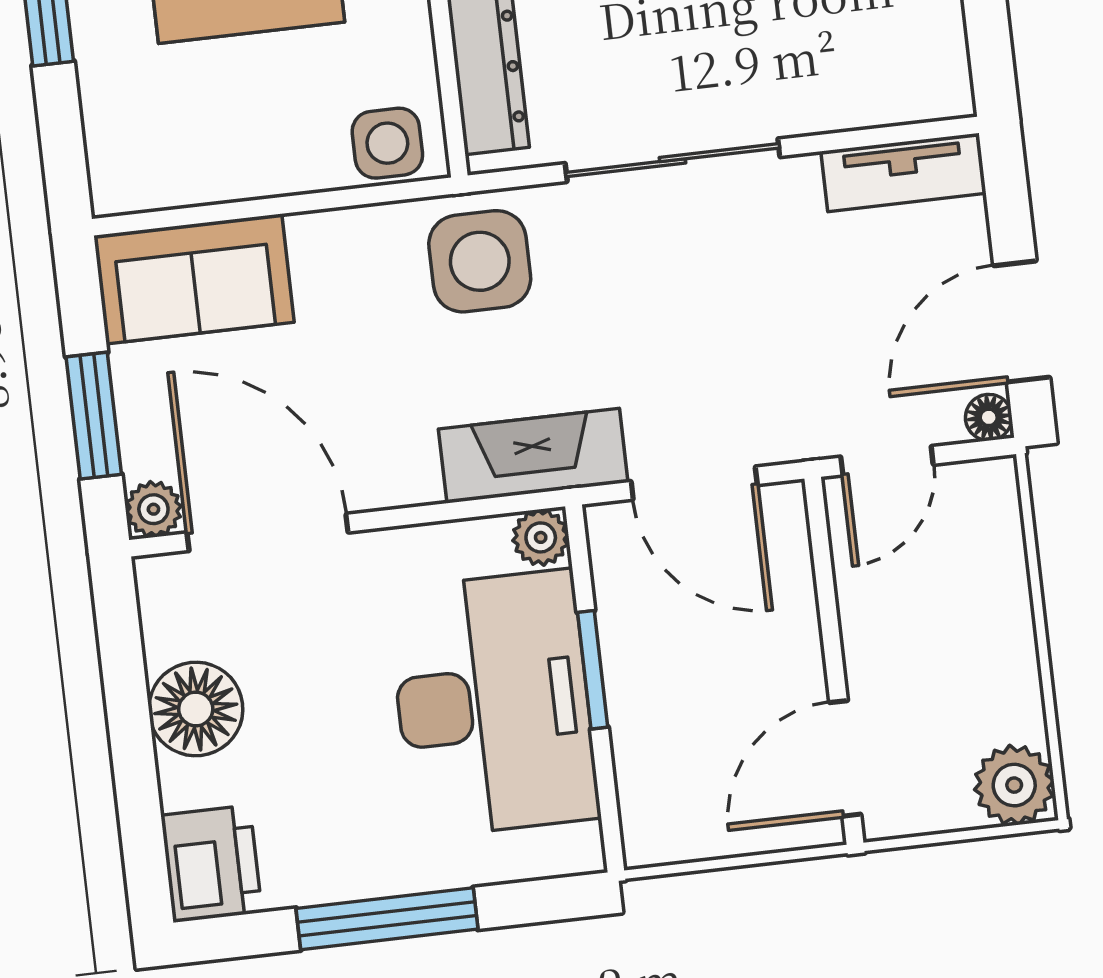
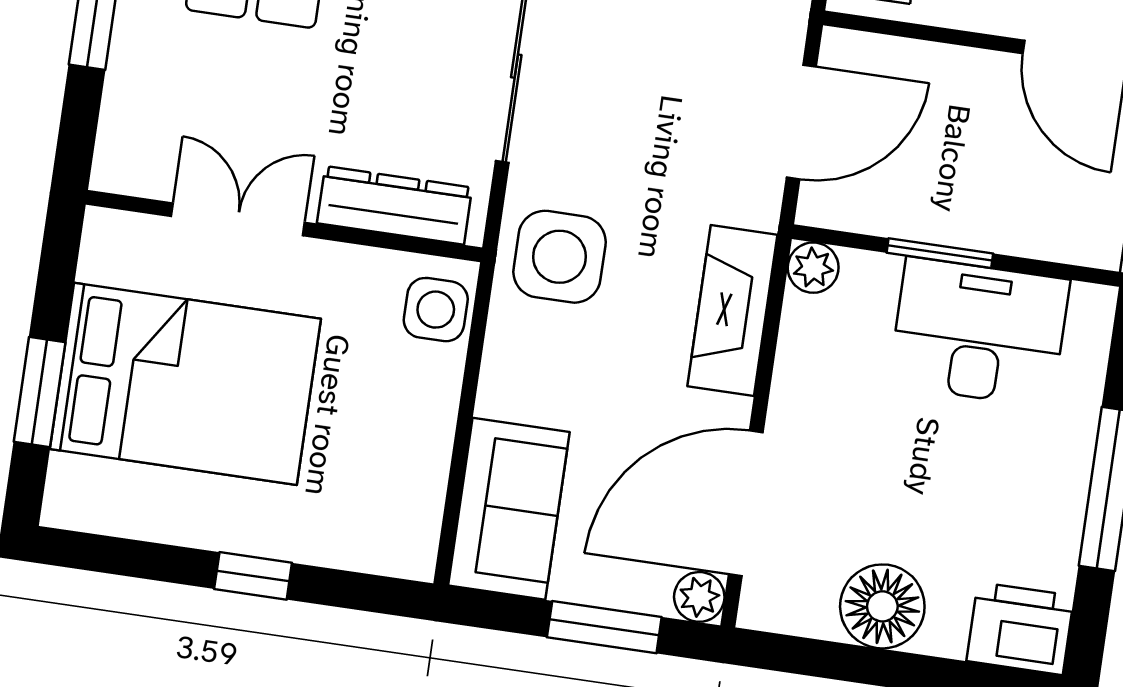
fireplace: (533, 456) -> (732, 310), moved
desk: (493, 704) -> (979, 332), width x0.73, depth x0.77

